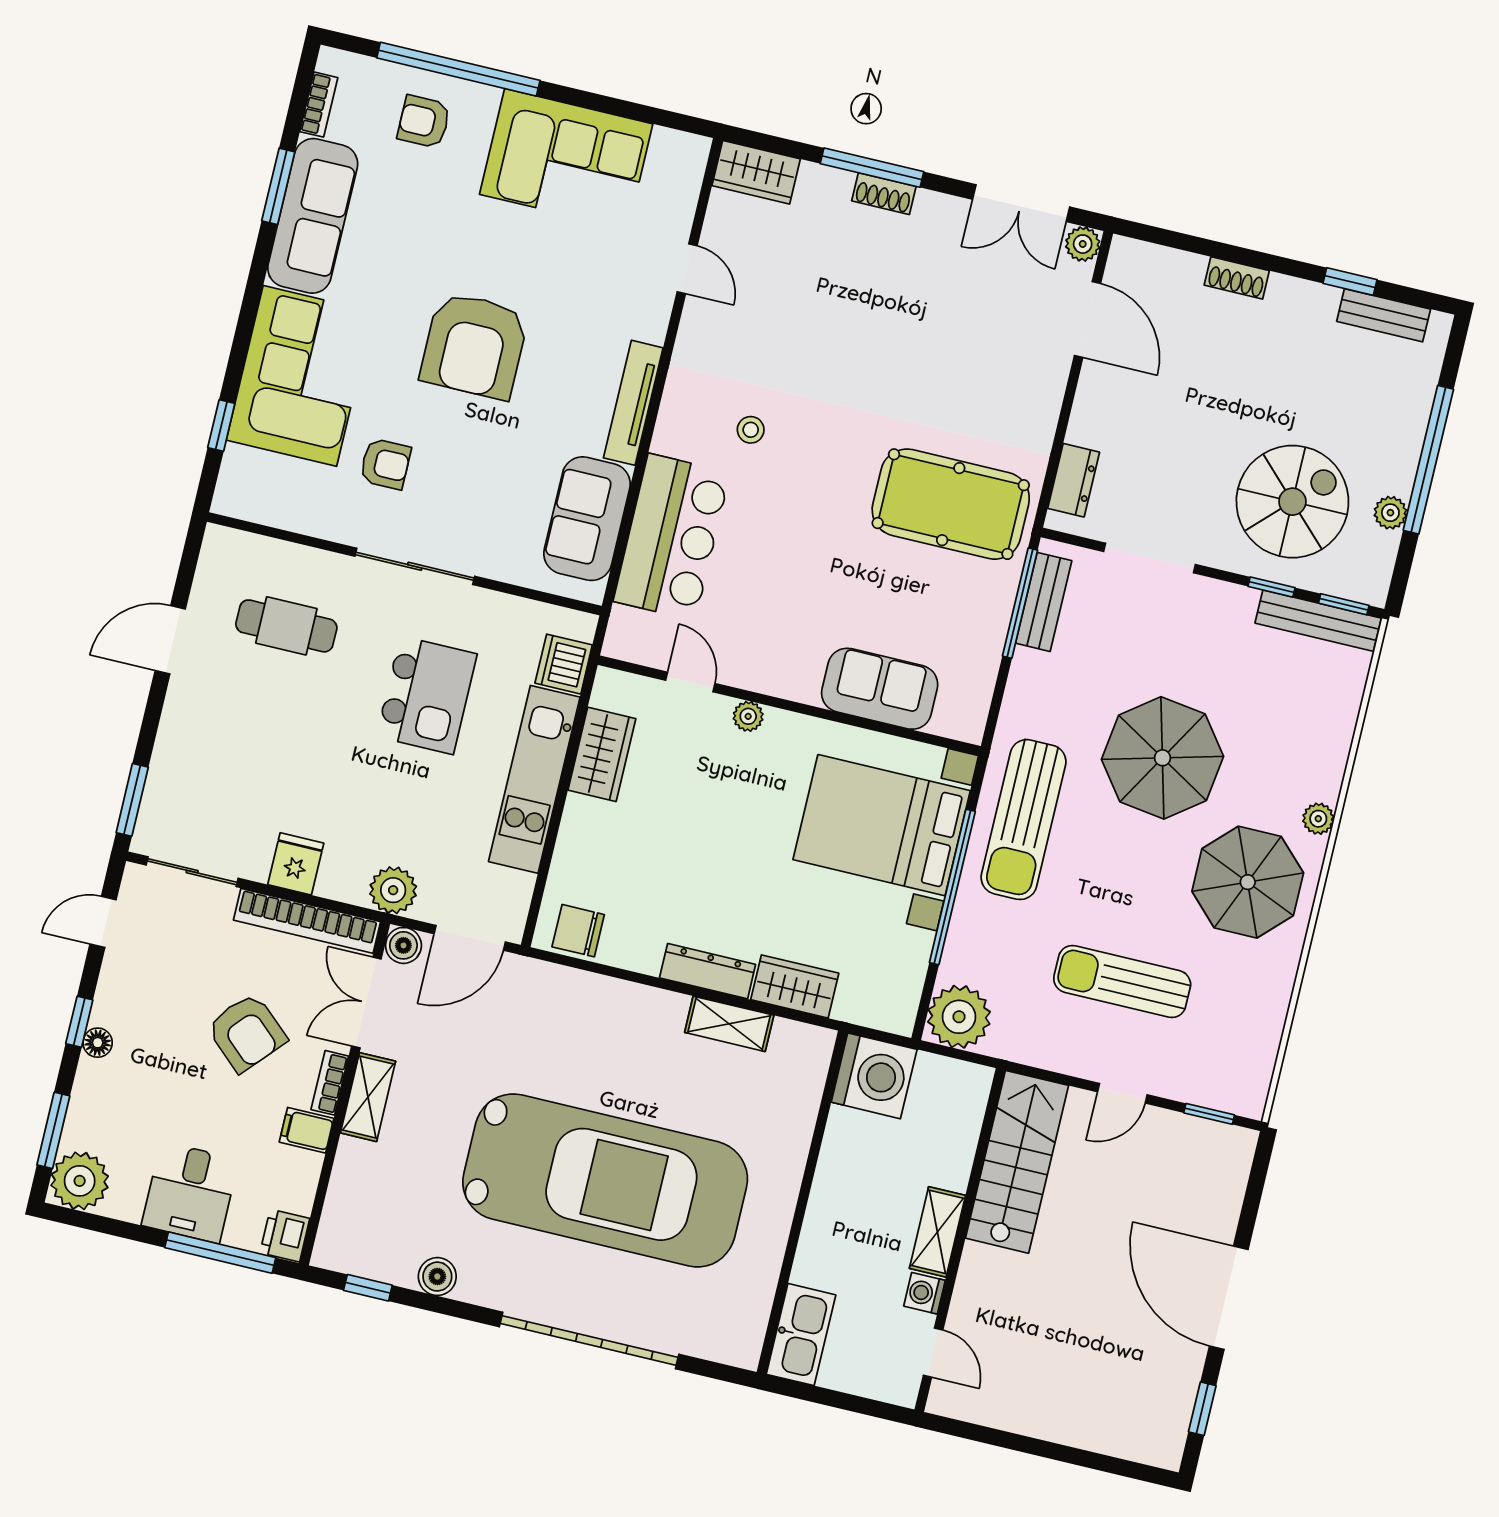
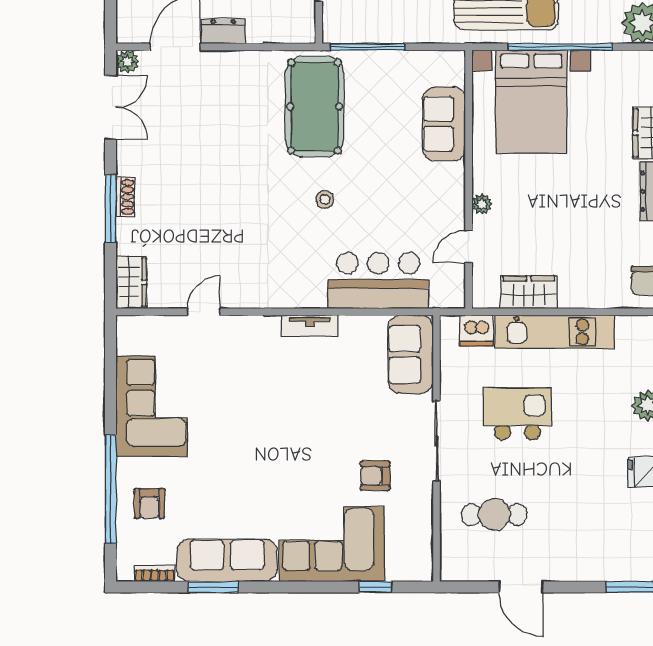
armchair: (474, 346) -> (286, 437), removed
tv unit: (633, 403) -> (310, 326), width x0.71
stool: (751, 430) -> (325, 199), moved
armchair: (385, 464) -> (375, 476), turned -90
dresser: (1074, 480) -> (223, 31), moved
sofa: (587, 519) -> (410, 354), moved, turned 90
bench: (1044, 602) -> (363, 32), removed
cafe table: (286, 626) -> (494, 514), turned 90

